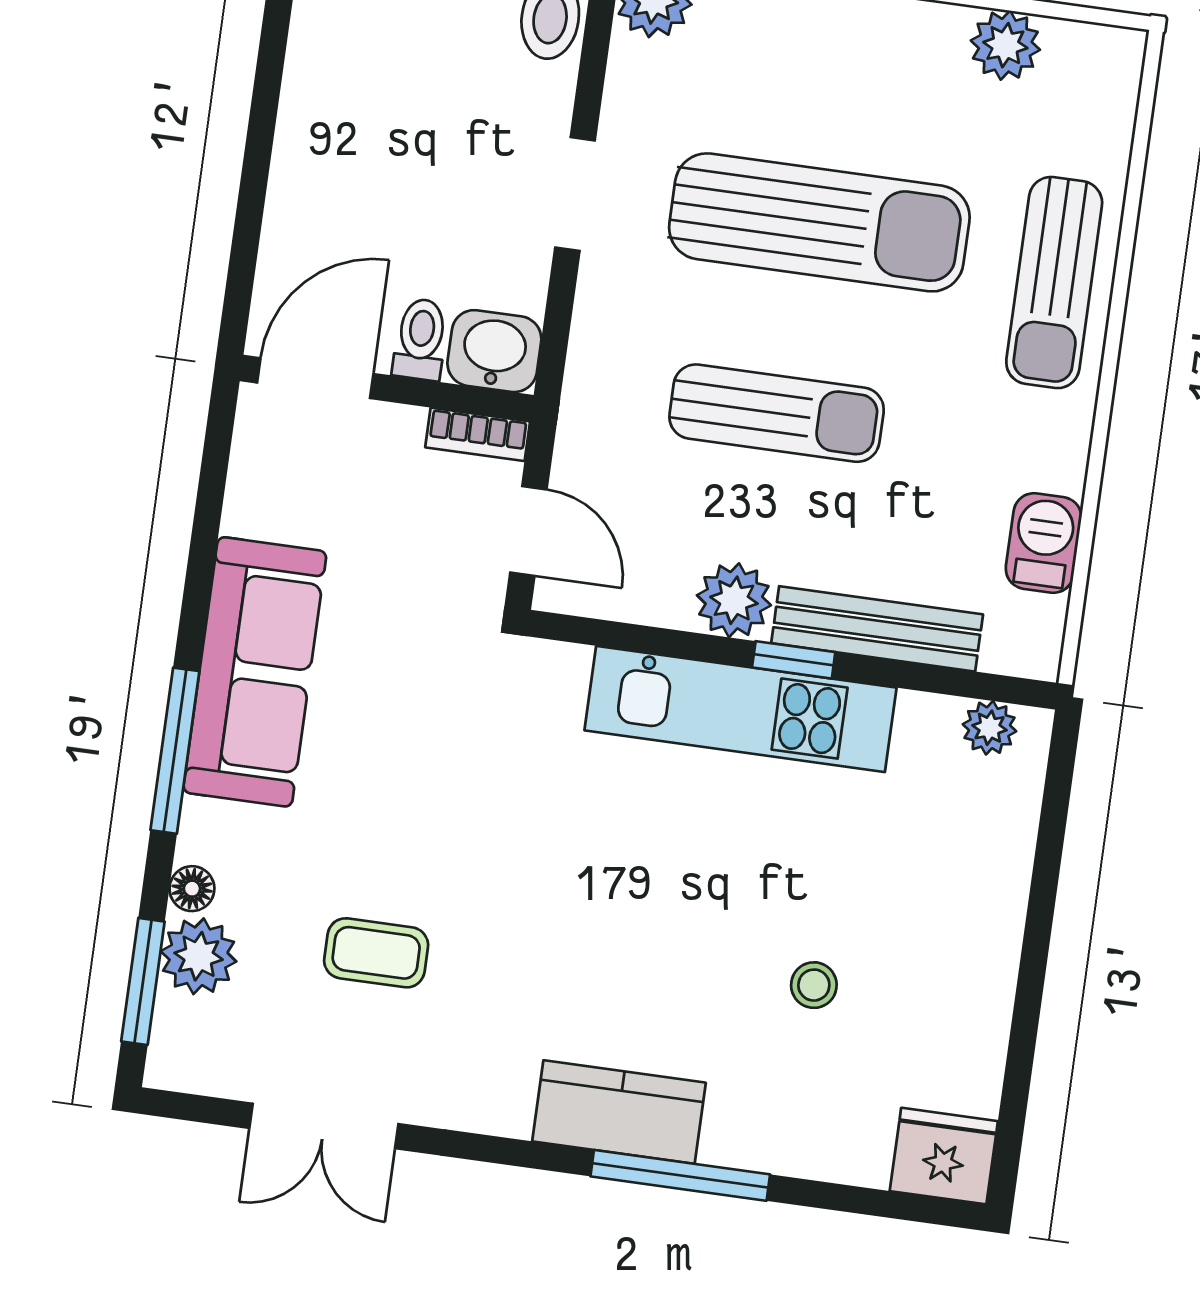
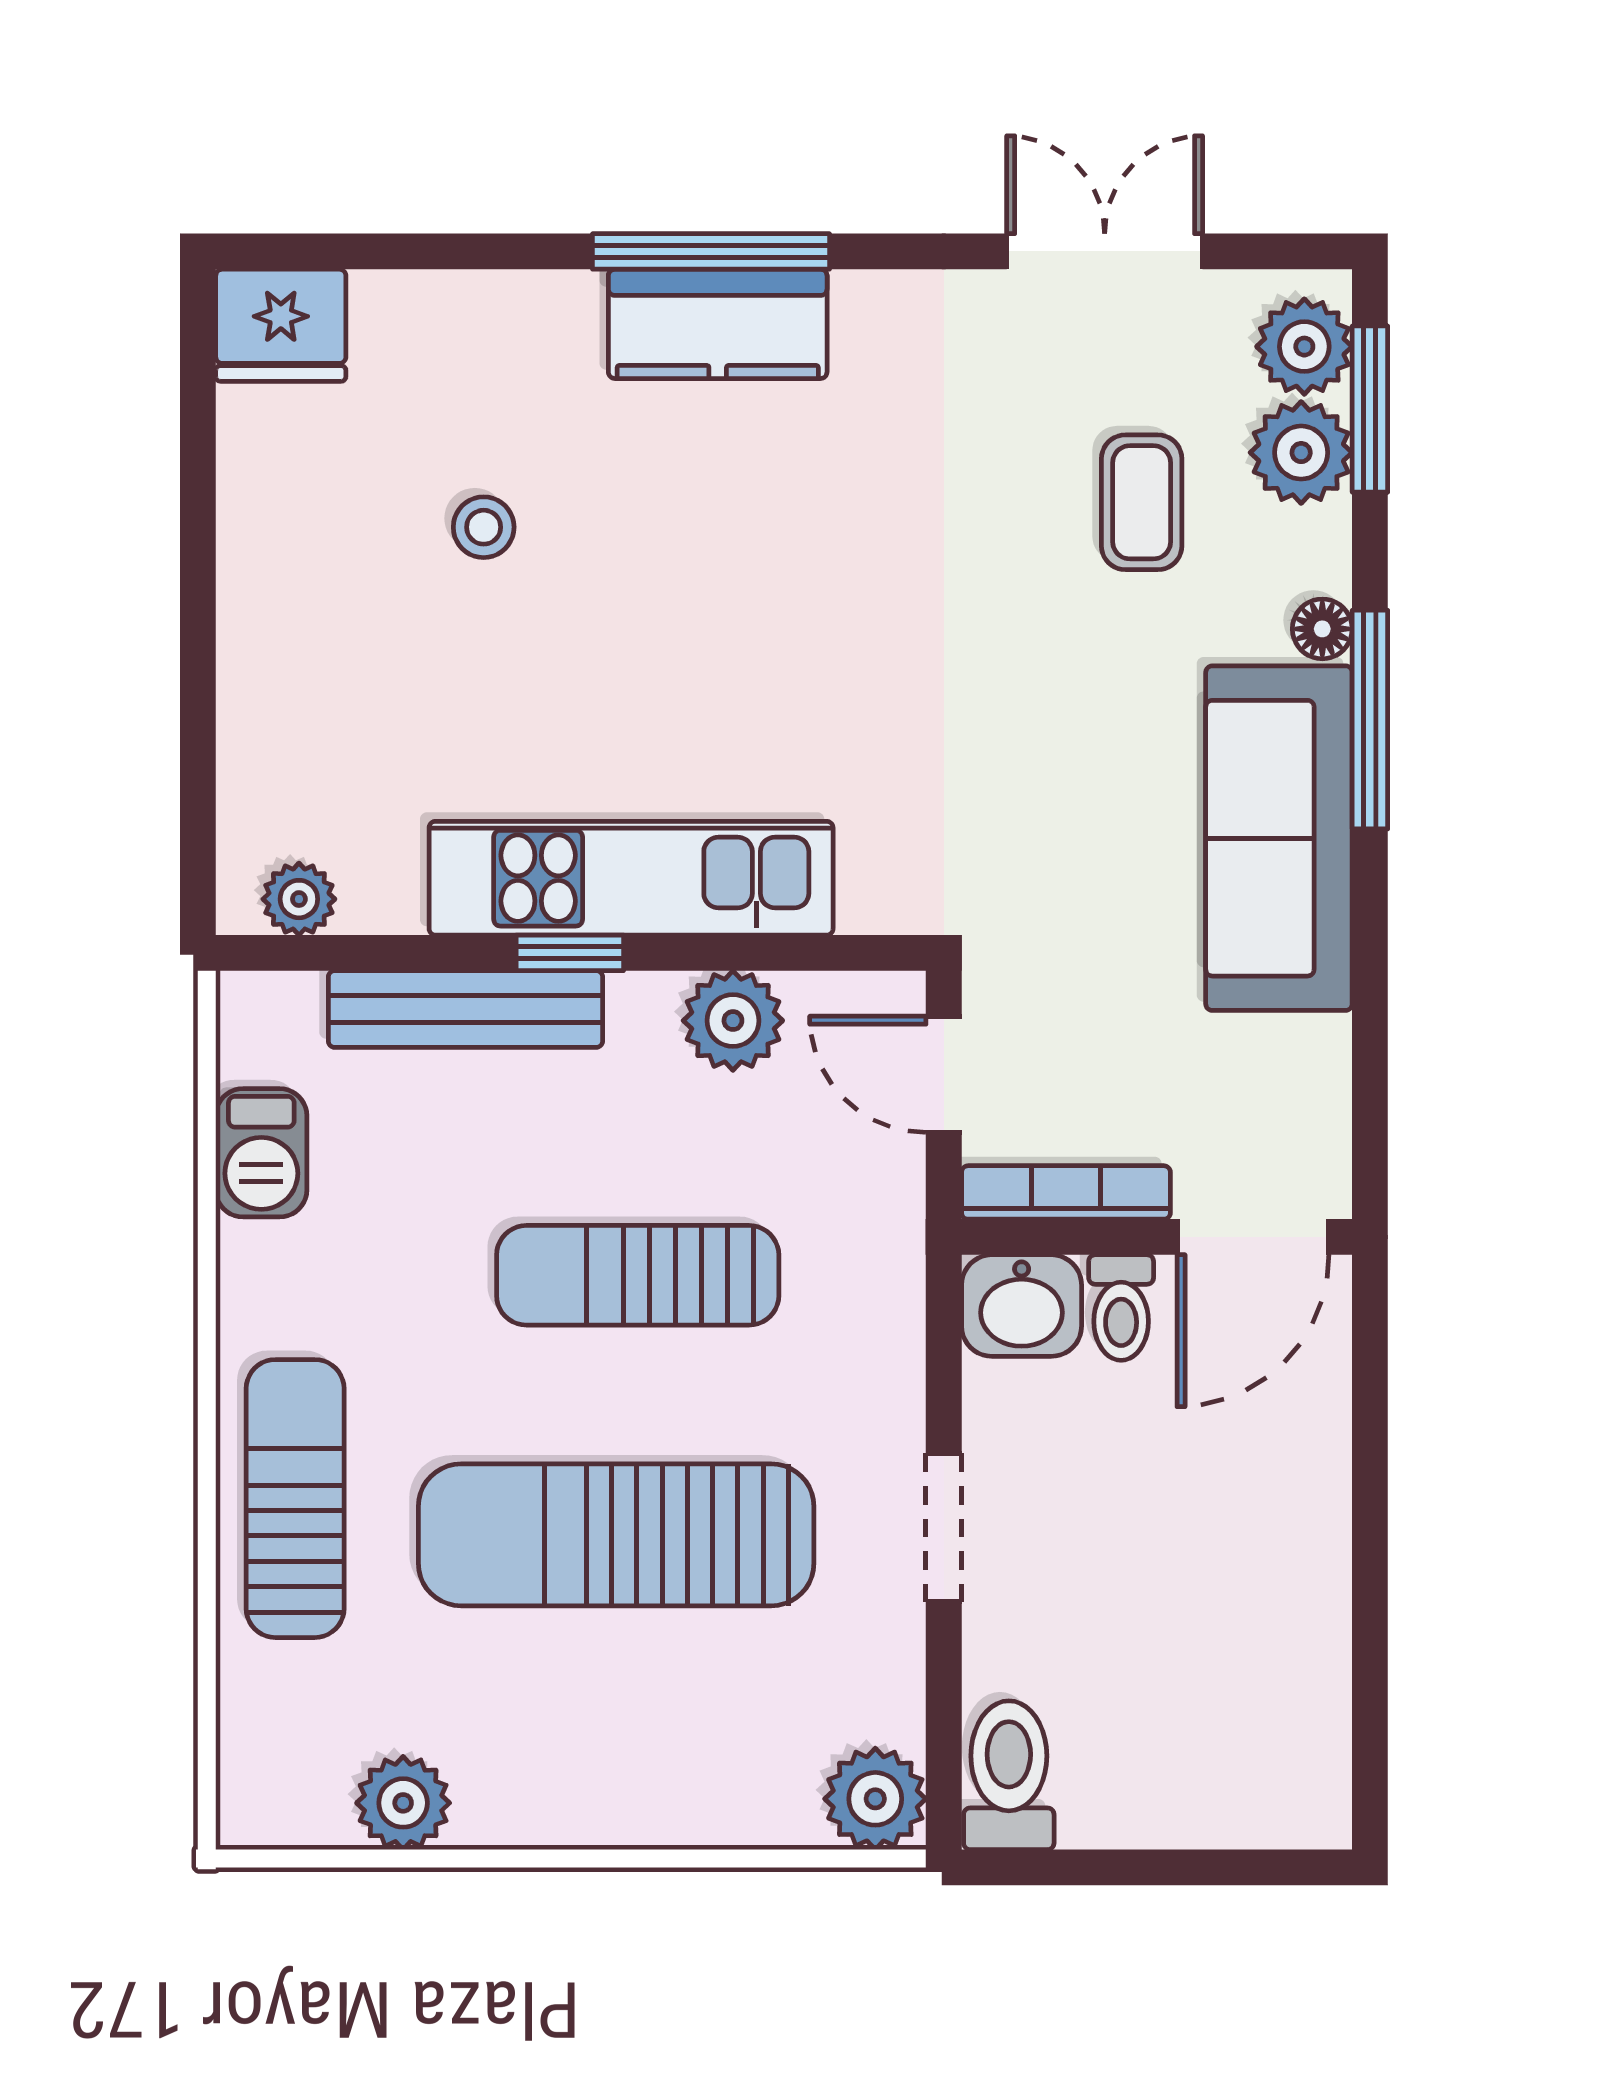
bookcase: (478, 434) -> (1066, 1192), width x1.56
plant: (734, 600) -> (733, 1021), moved
floor lamp: (192, 889) -> (1322, 629), moved
coffee table: (376, 953) -> (1142, 502), moved, turned 90
plant: (185, 1035) -> (1304, 347), added
window: (680, 1175) -> (711, 251), moved

